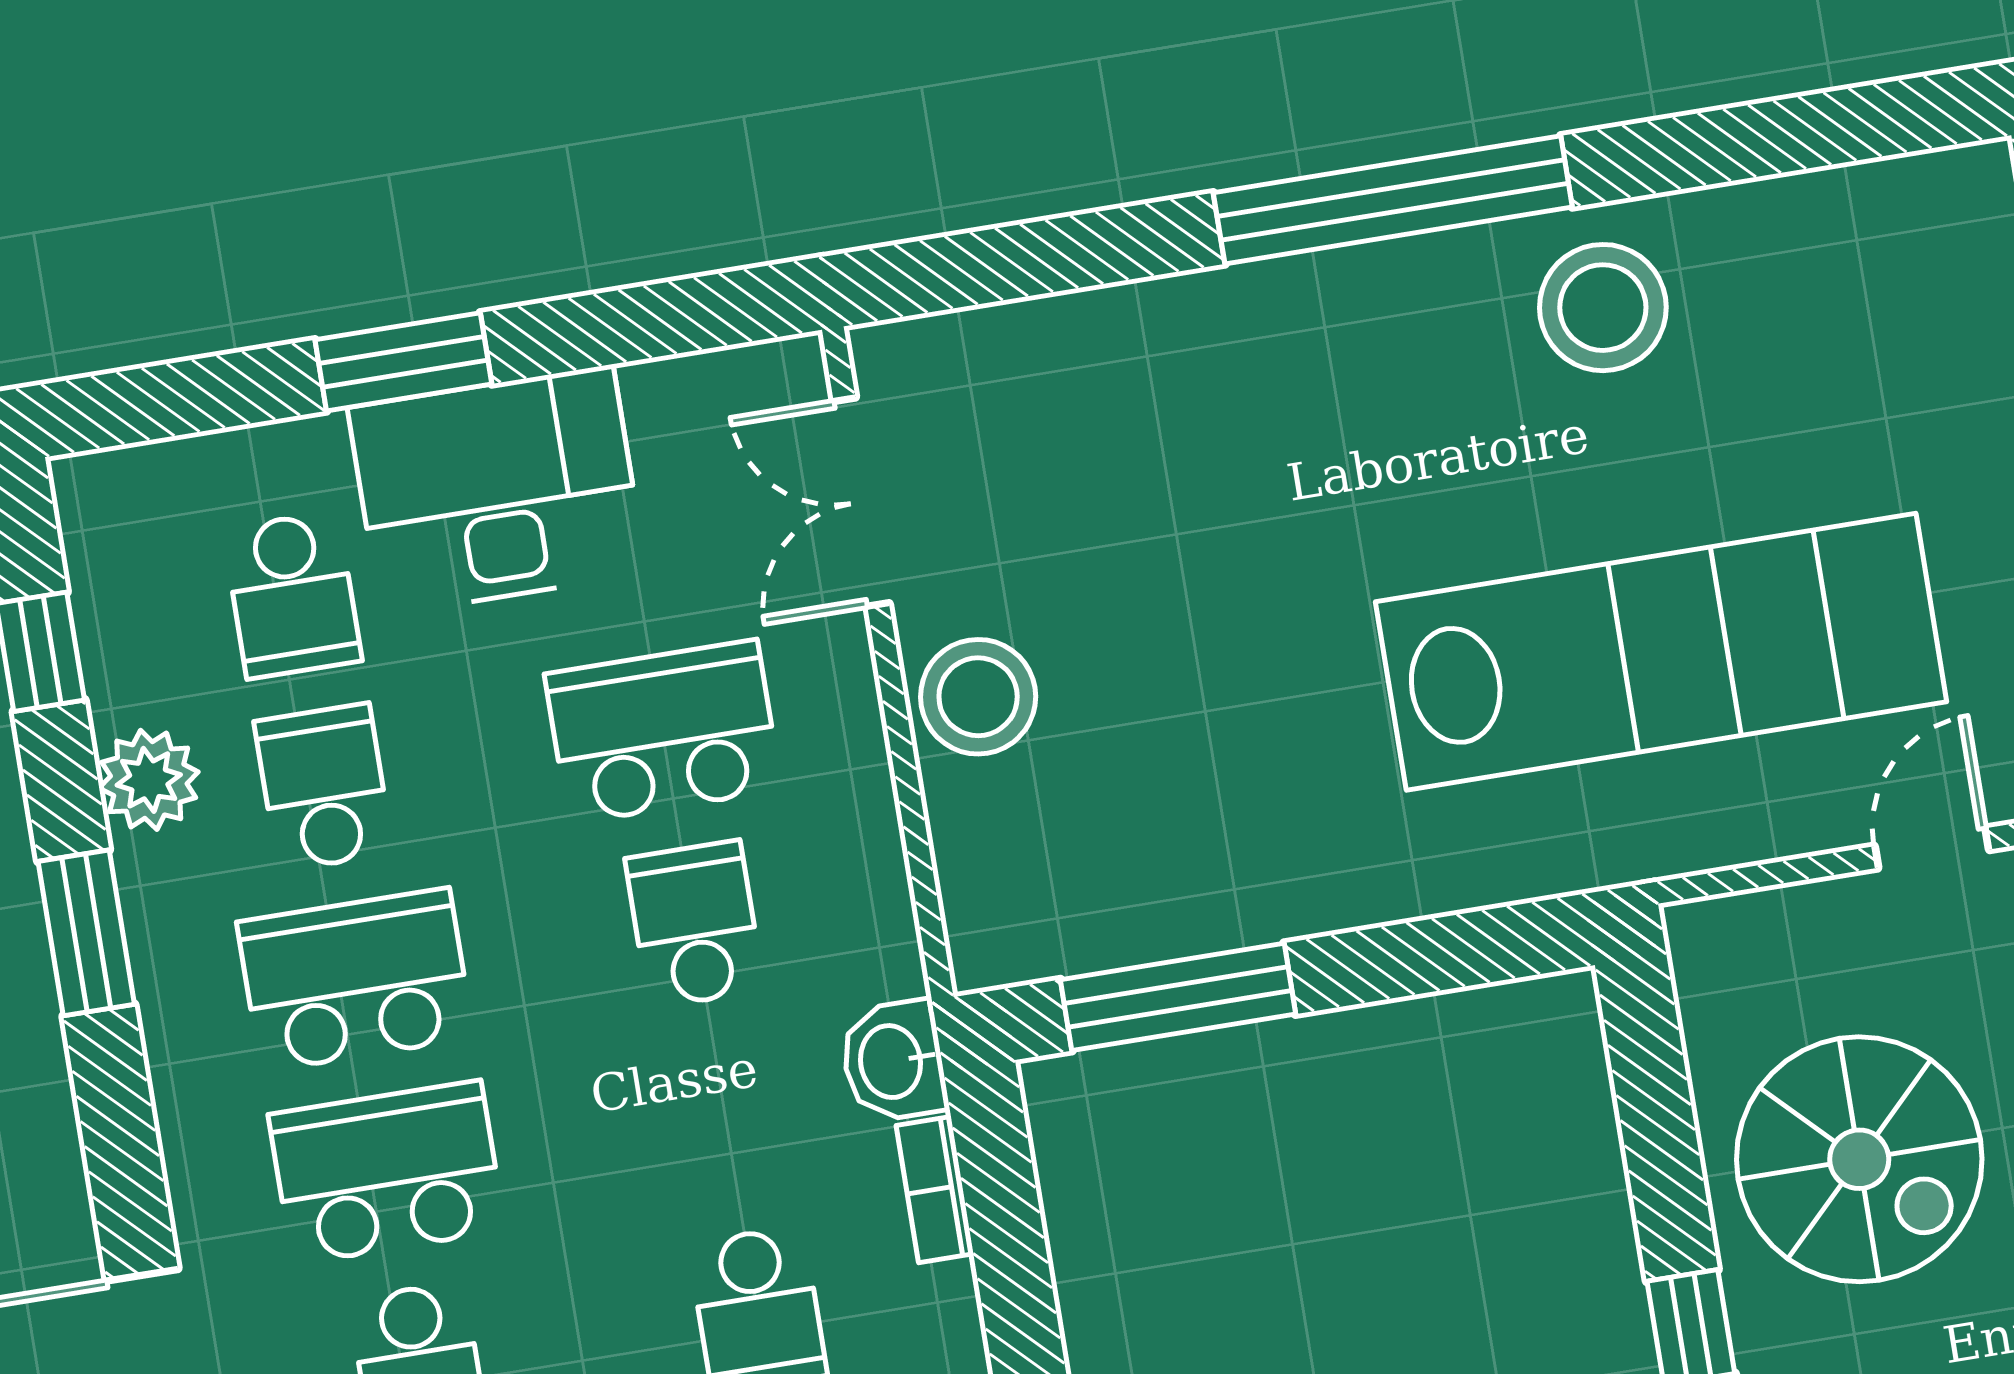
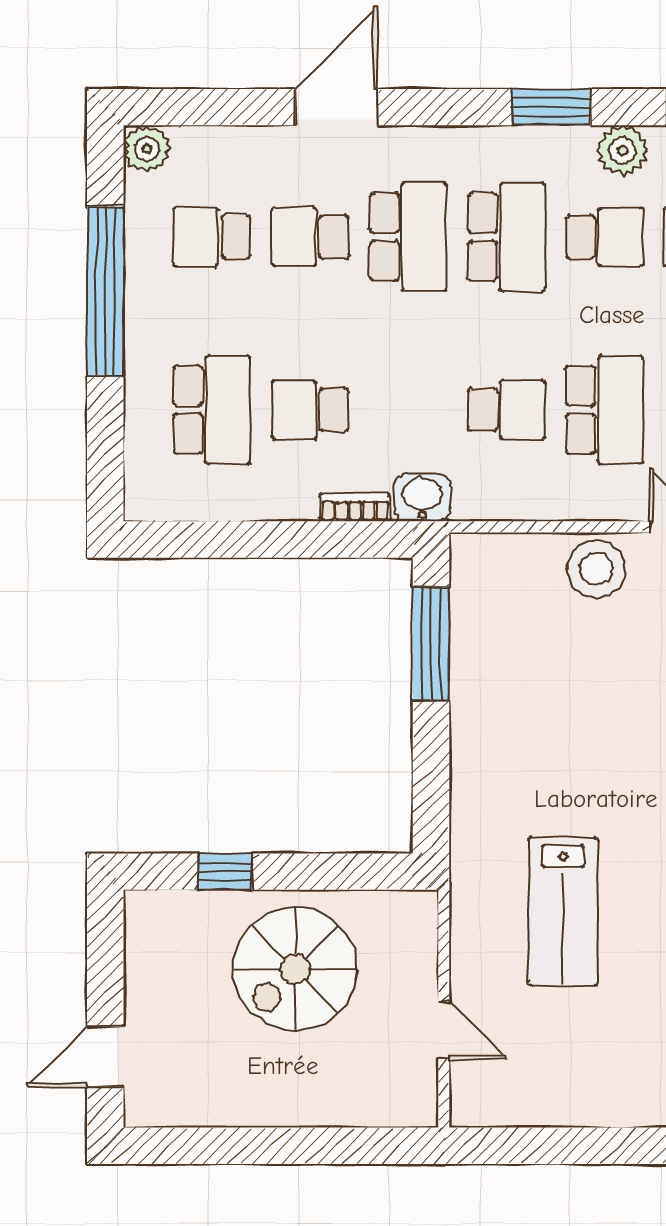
lab bench: (1661, 652) -> (563, 912), width x0.54, depth x0.72

